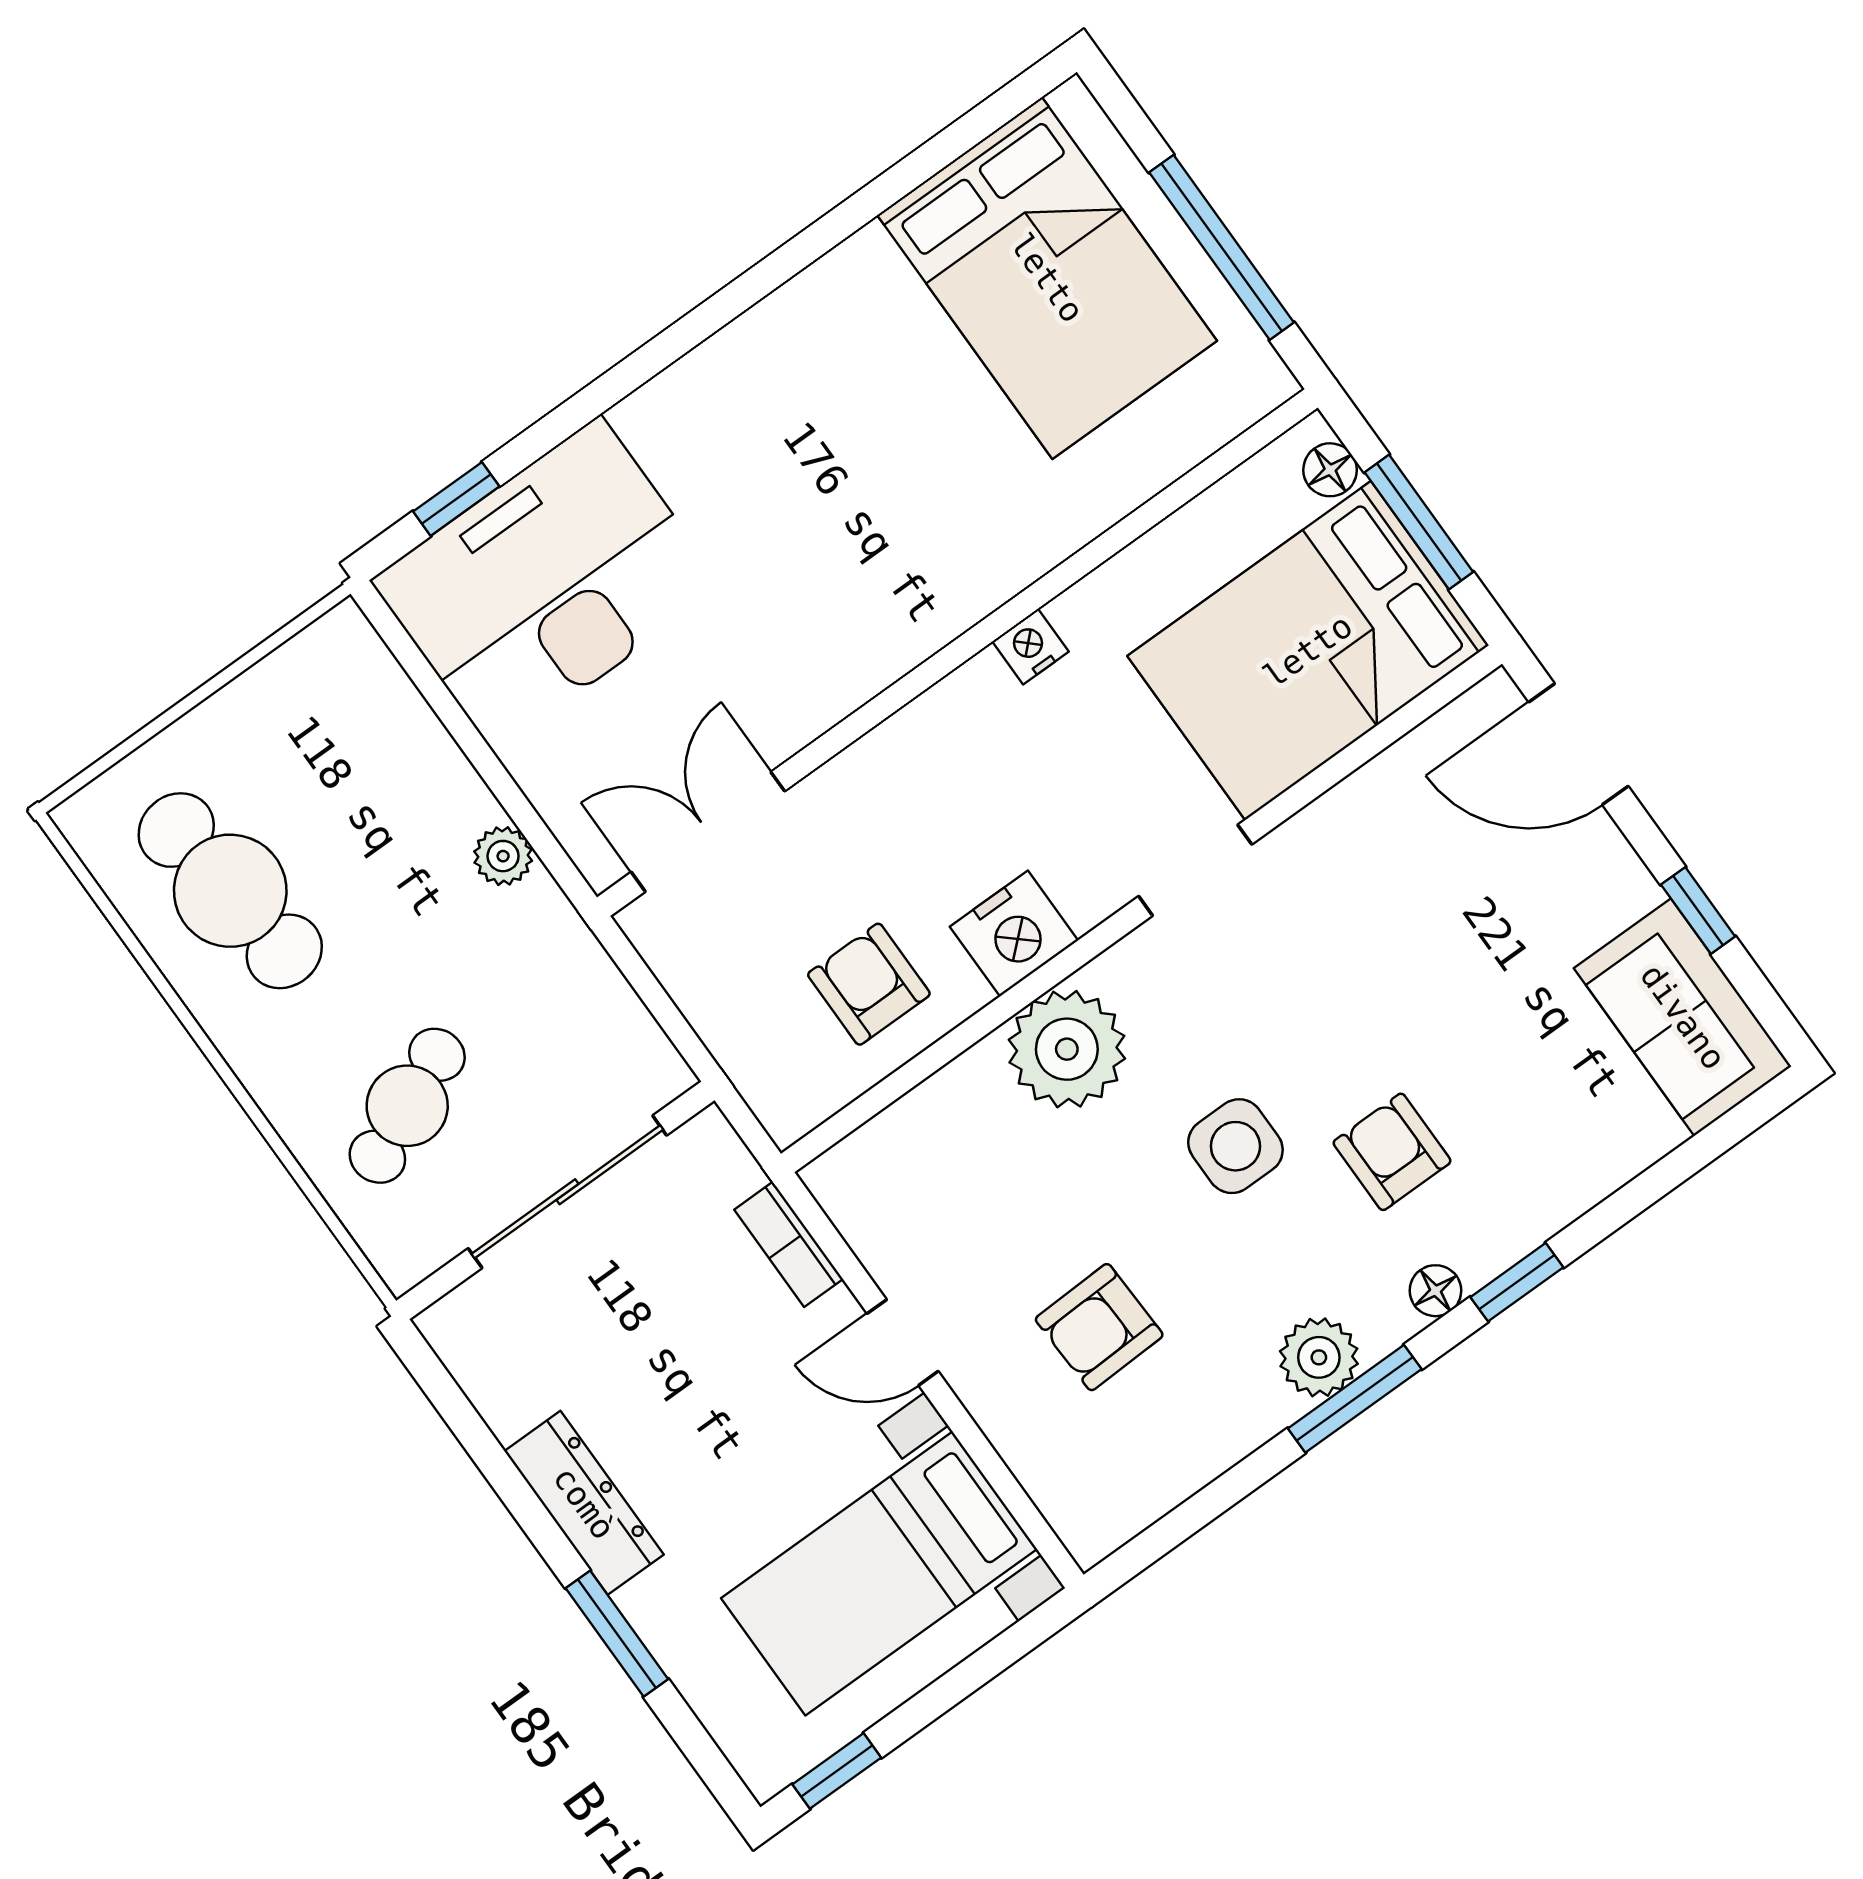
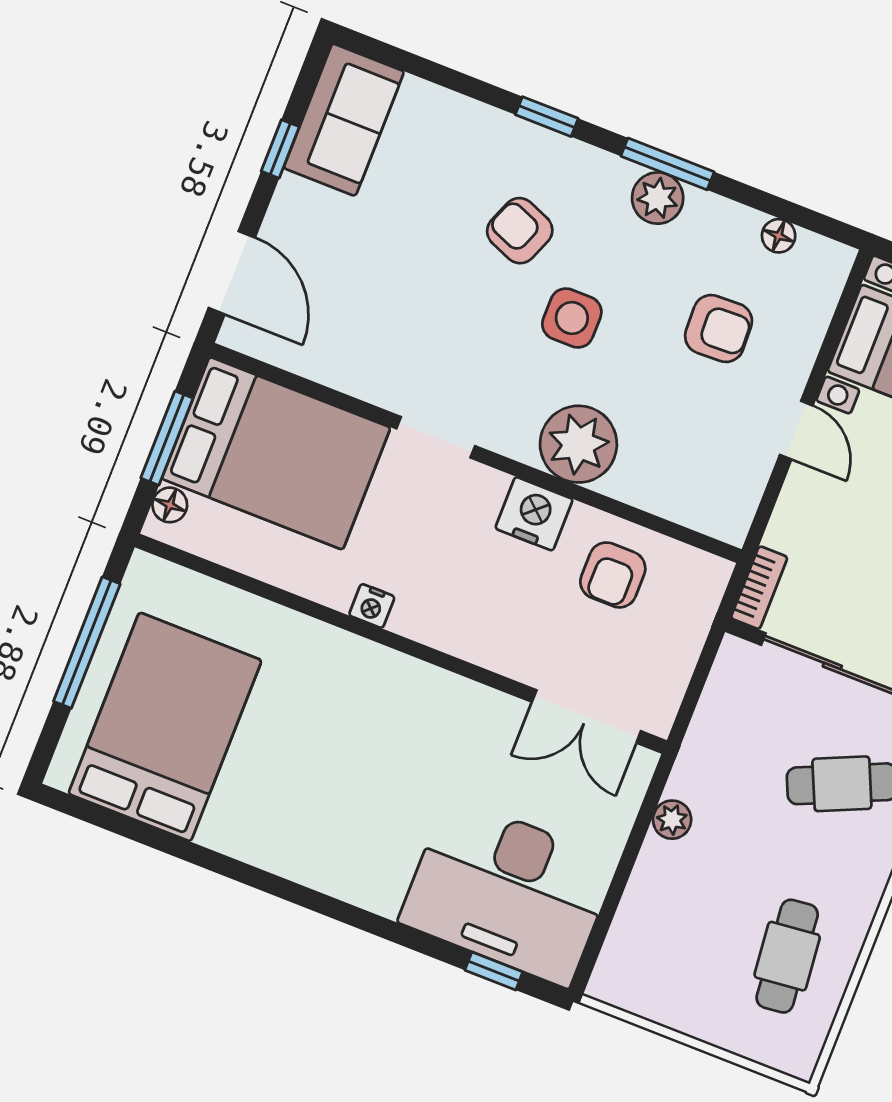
cafe table: (230, 891) -> (787, 956), width x0.73, depth x0.74
armchair: (1392, 1152) -> (520, 231), turned 112
bookcase: (789, 1244) -> (759, 588), moved
floor lamp: (1435, 1291) -> (779, 236), moved

